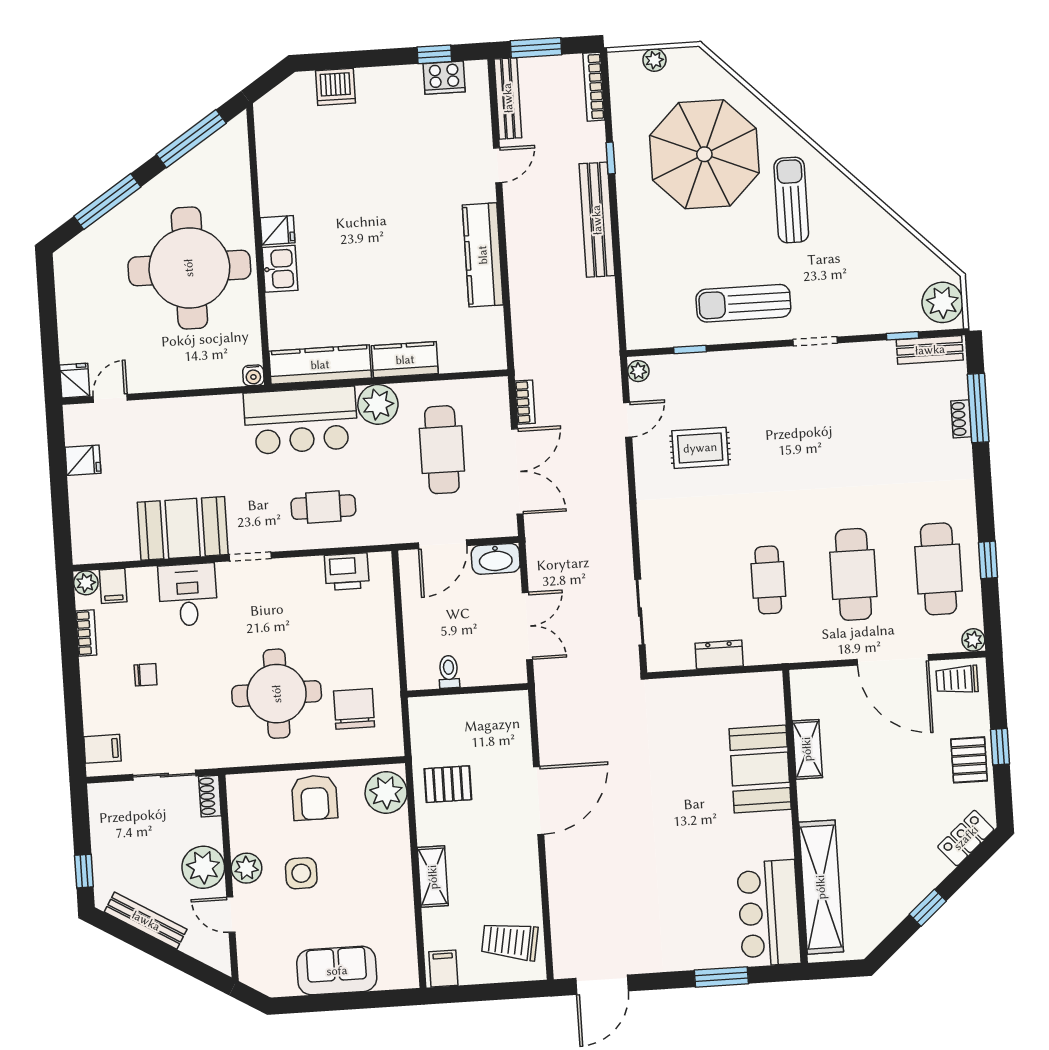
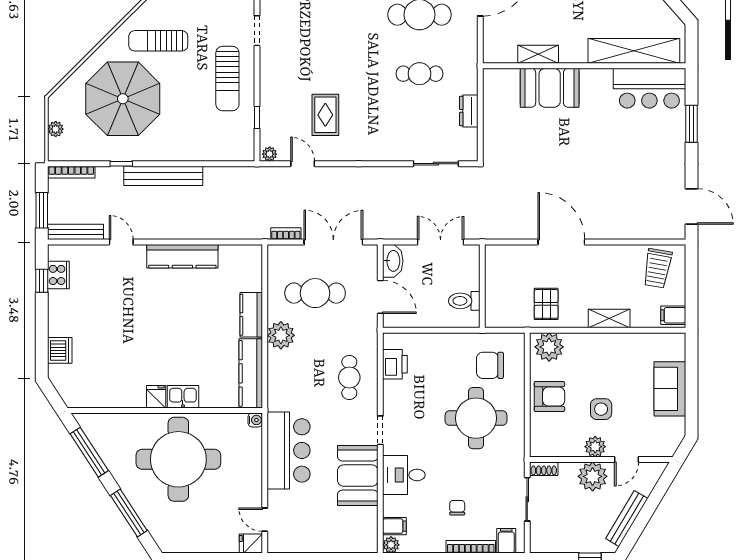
bar counter: (301, 420) -> (289, 450), moved
fridge: (83, 460) -> (306, 541), removed
bookcase: (86, 633) -> (471, 547), moved, width x1.56
toilet: (449, 672) -> (464, 301), width x1.37, depth x1.39

